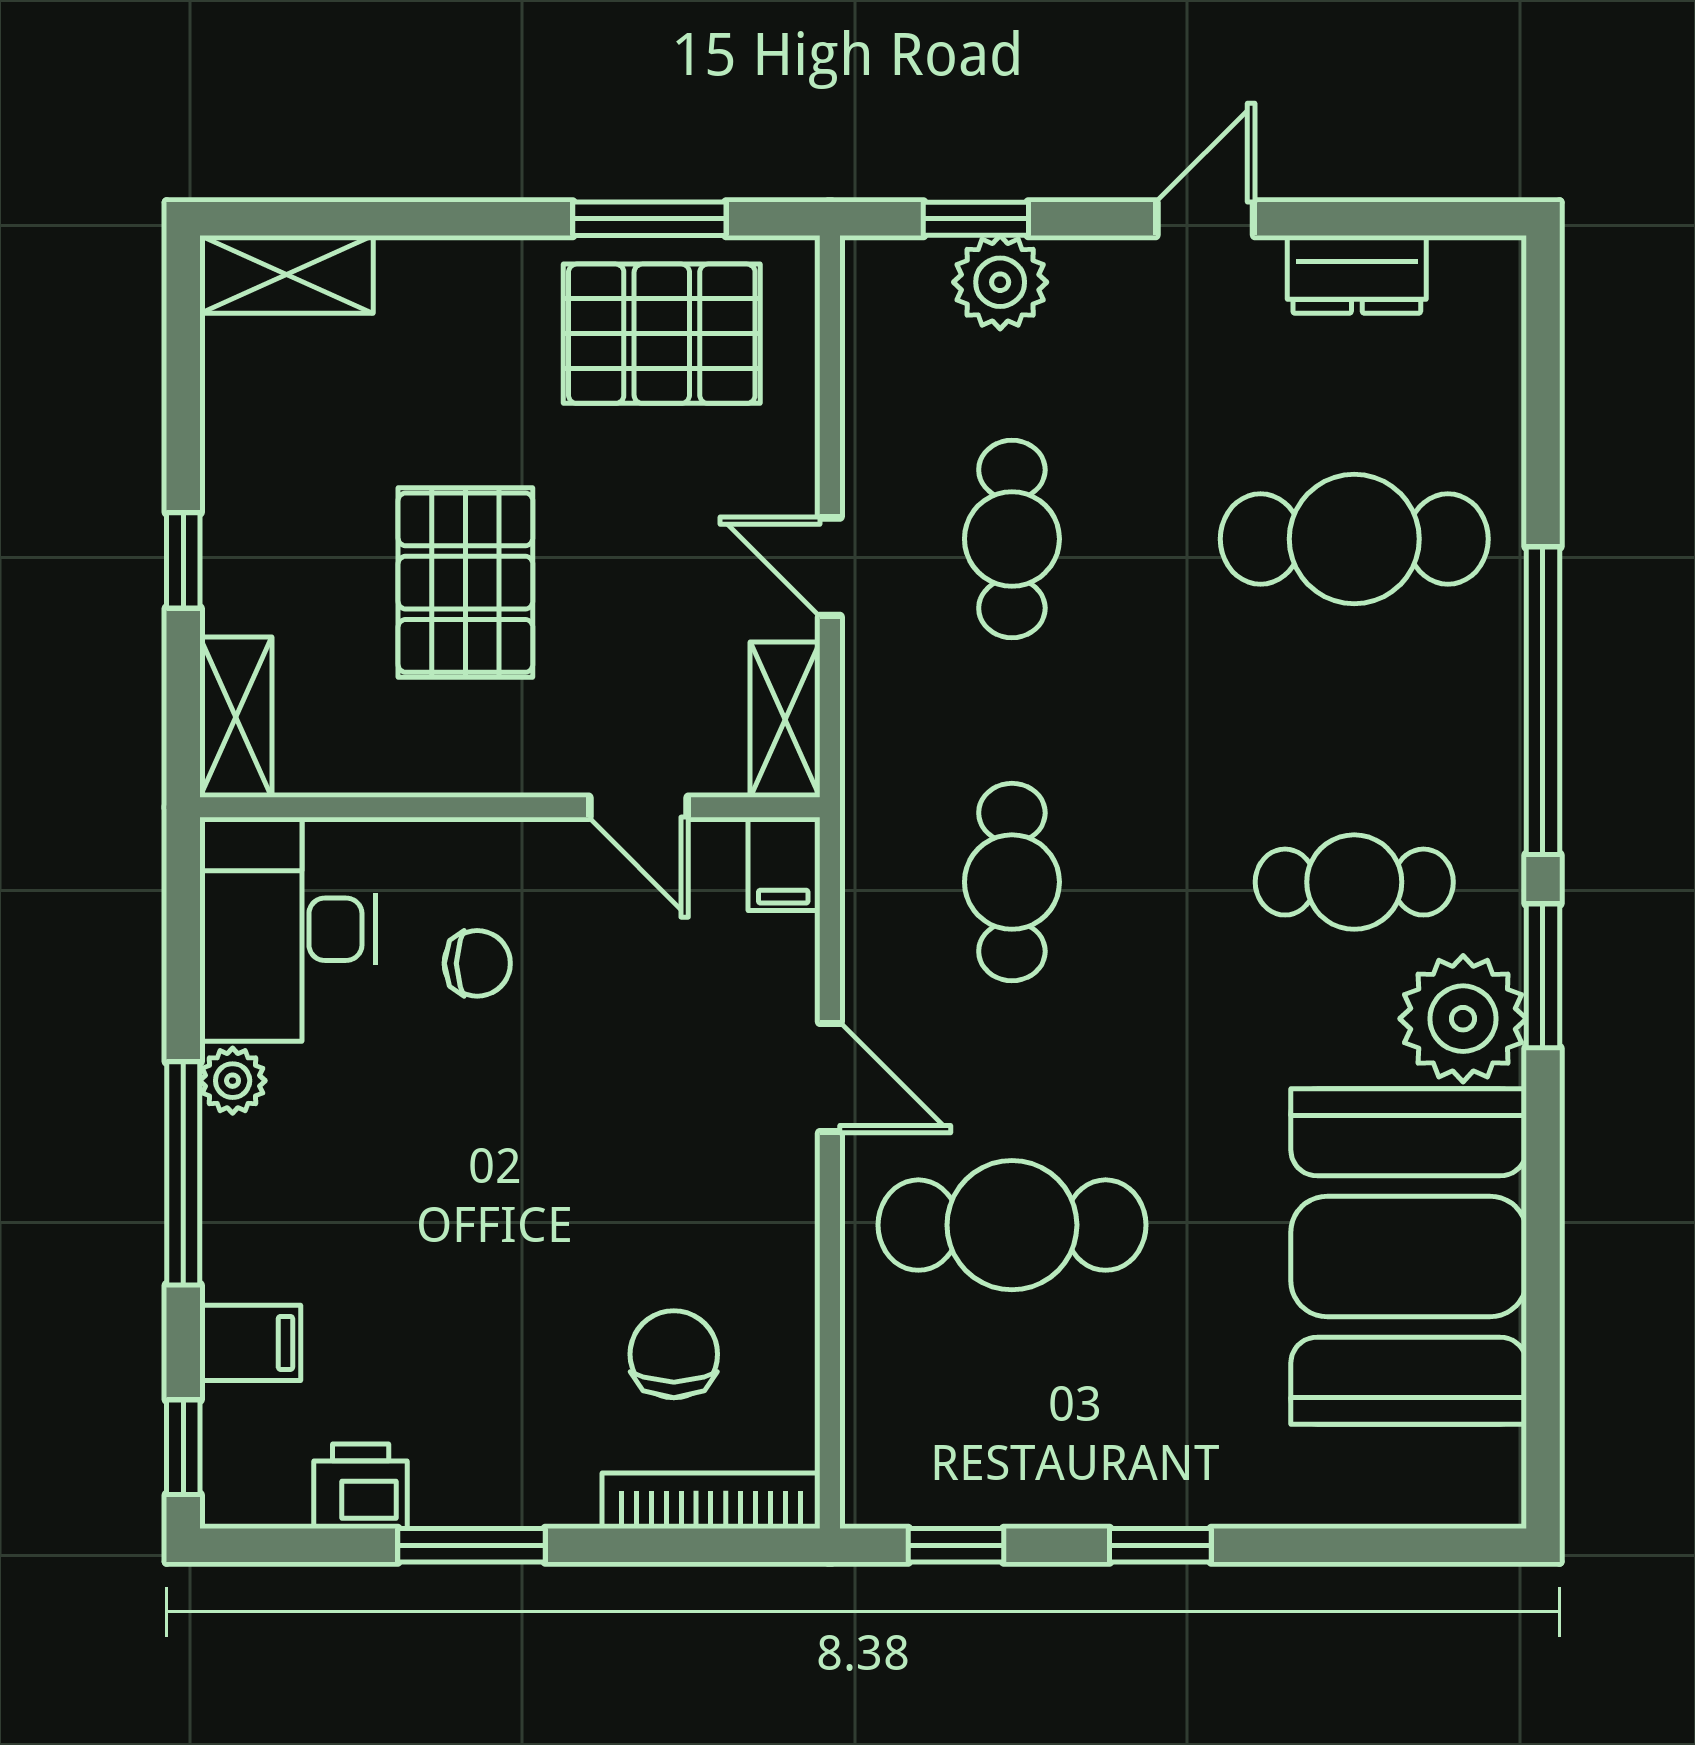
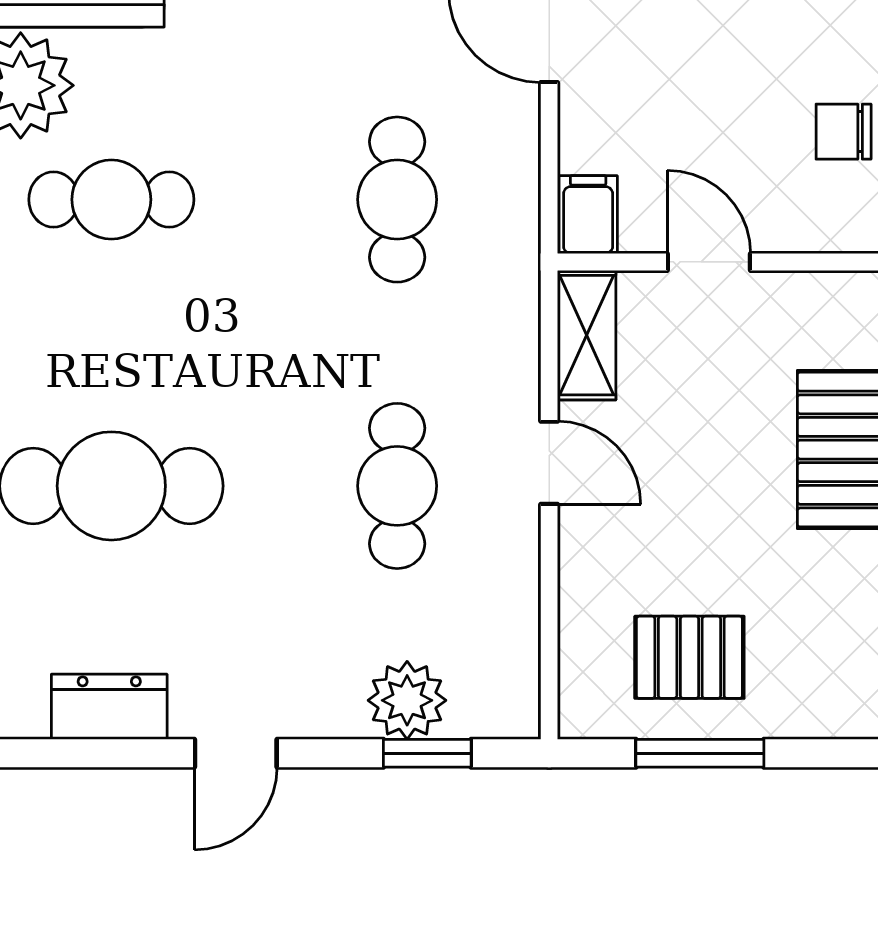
pallet: (662, 334) -> (689, 657), width x0.67, depth x0.71

